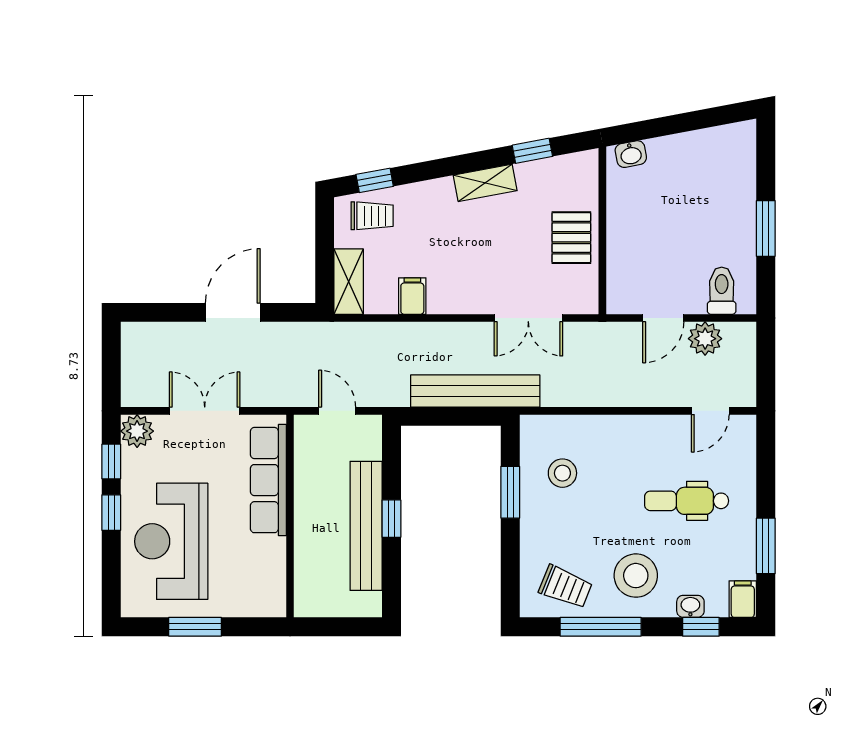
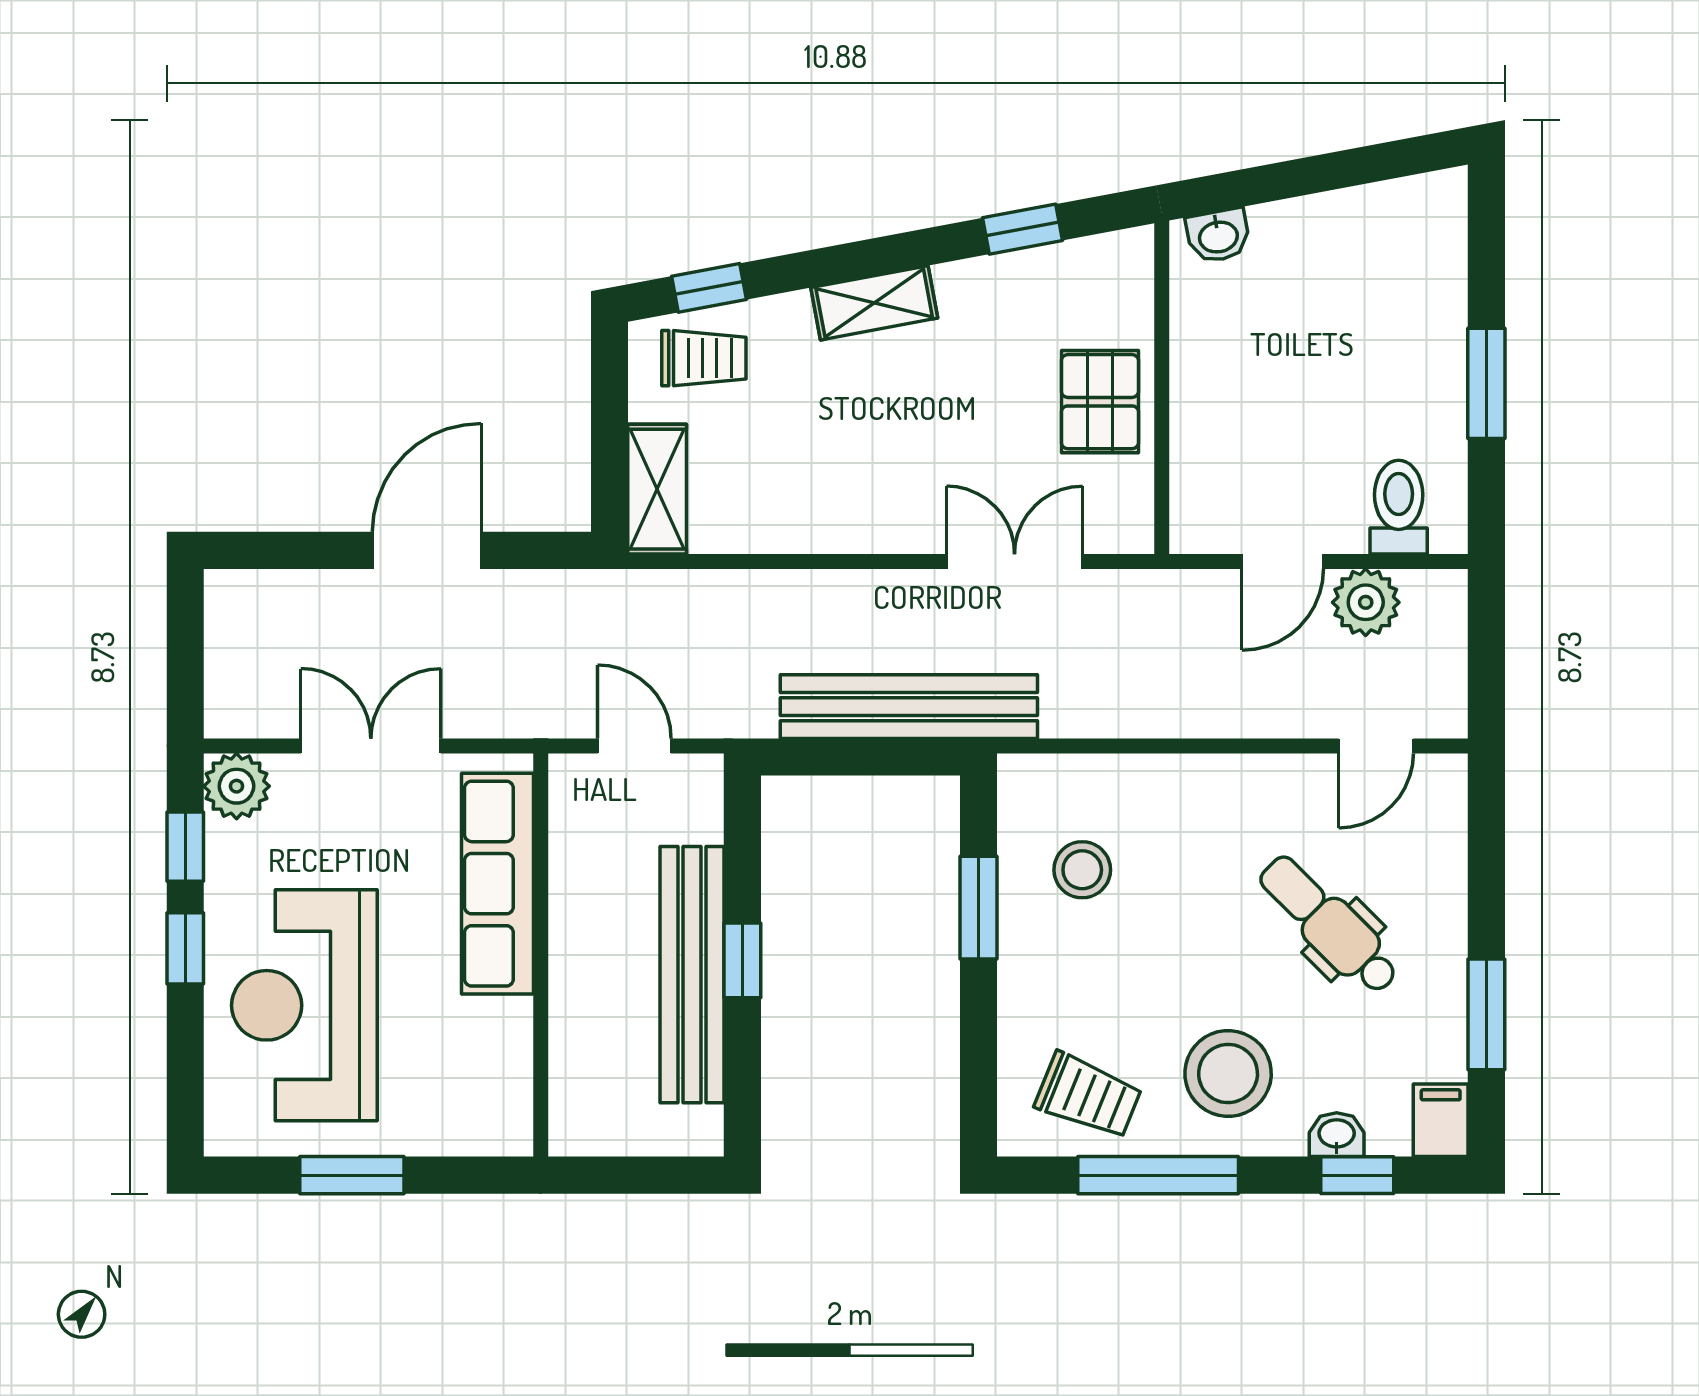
shelving: (485, 183) -> (874, 303), moved
filing cabinet: (412, 296) -> (784, 518), removed
double door: (528, 318) -> (1015, 561), swing flipped
dental chair: (687, 501) -> (1329, 925), turned 45

